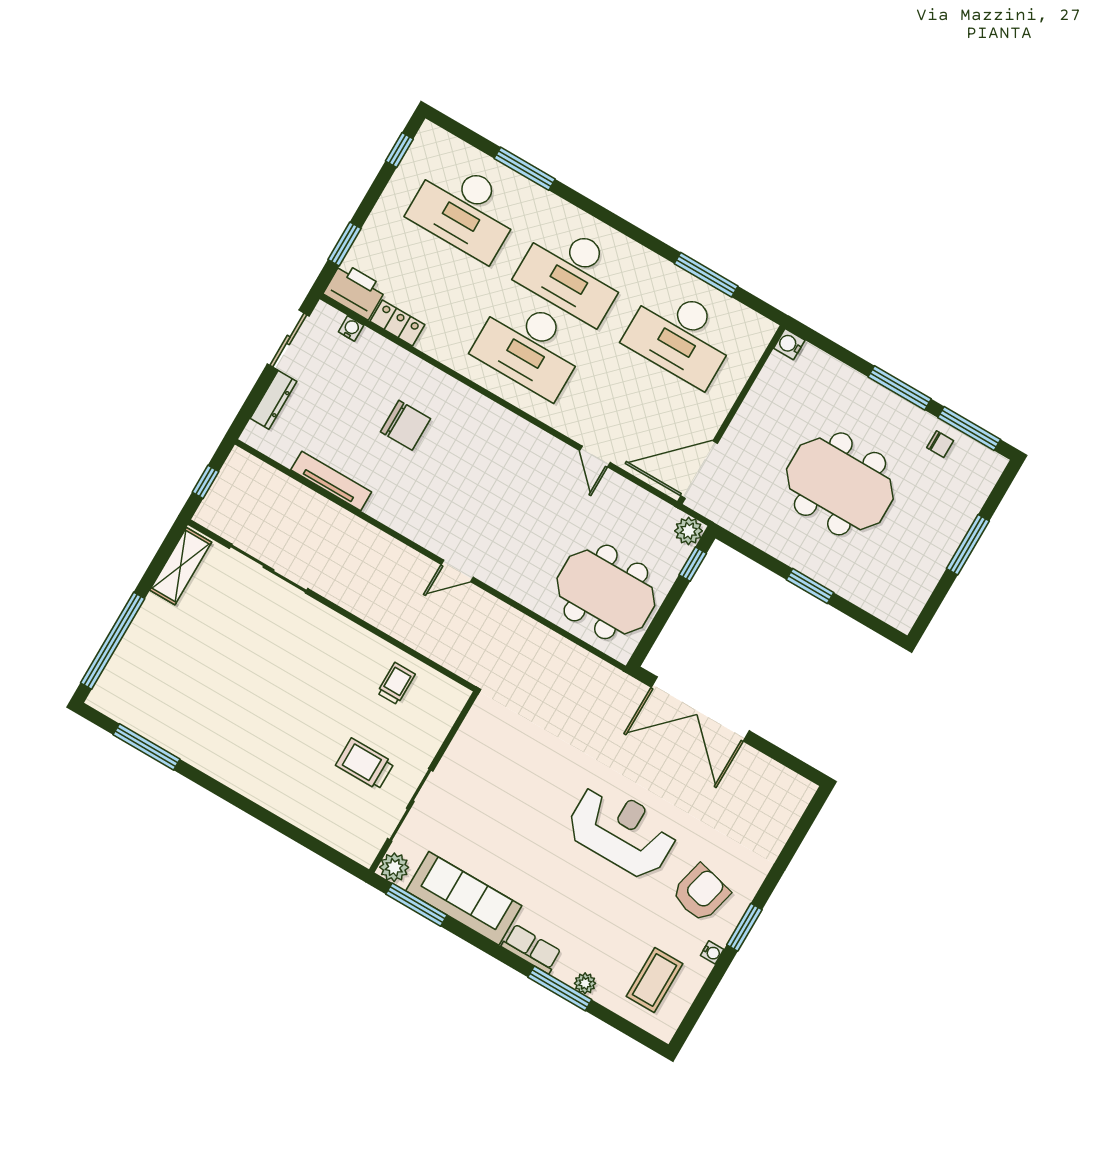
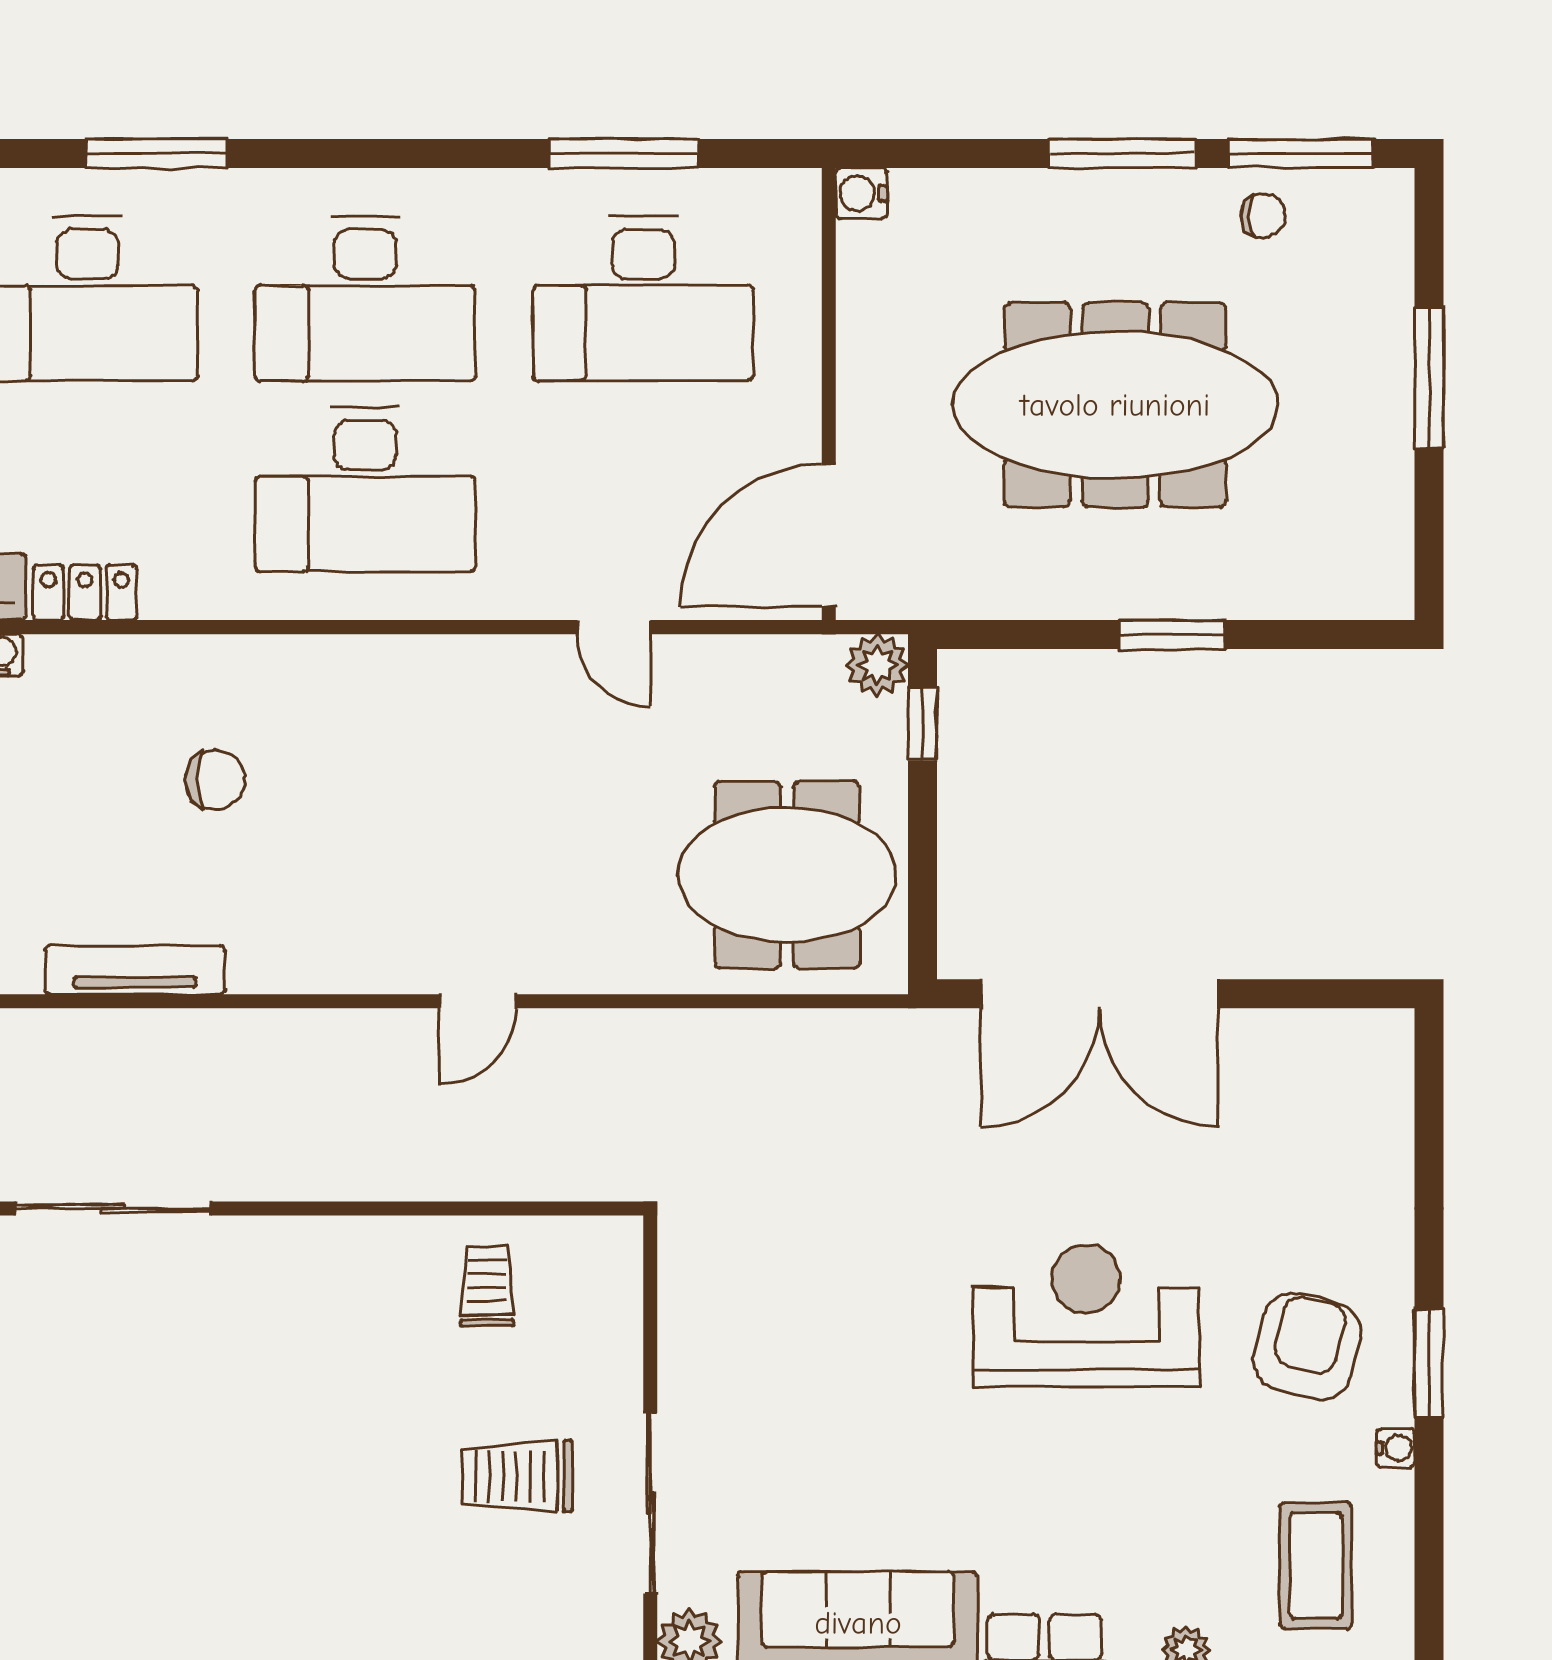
chair: (405, 425) -> (215, 780), width x0.73, depth x0.73
meeting table: (840, 484) -> (1115, 405), width x1.36

